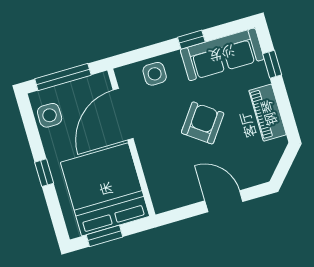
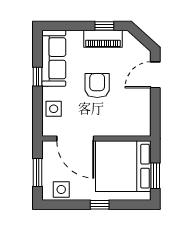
window: (272, 64) -> (104, 26), moved
window: (63, 77) -> (37, 173), width x0.69
armchair: (203, 123) -> (97, 86), turned 54
door: (224, 201) -> (155, 75), moved

